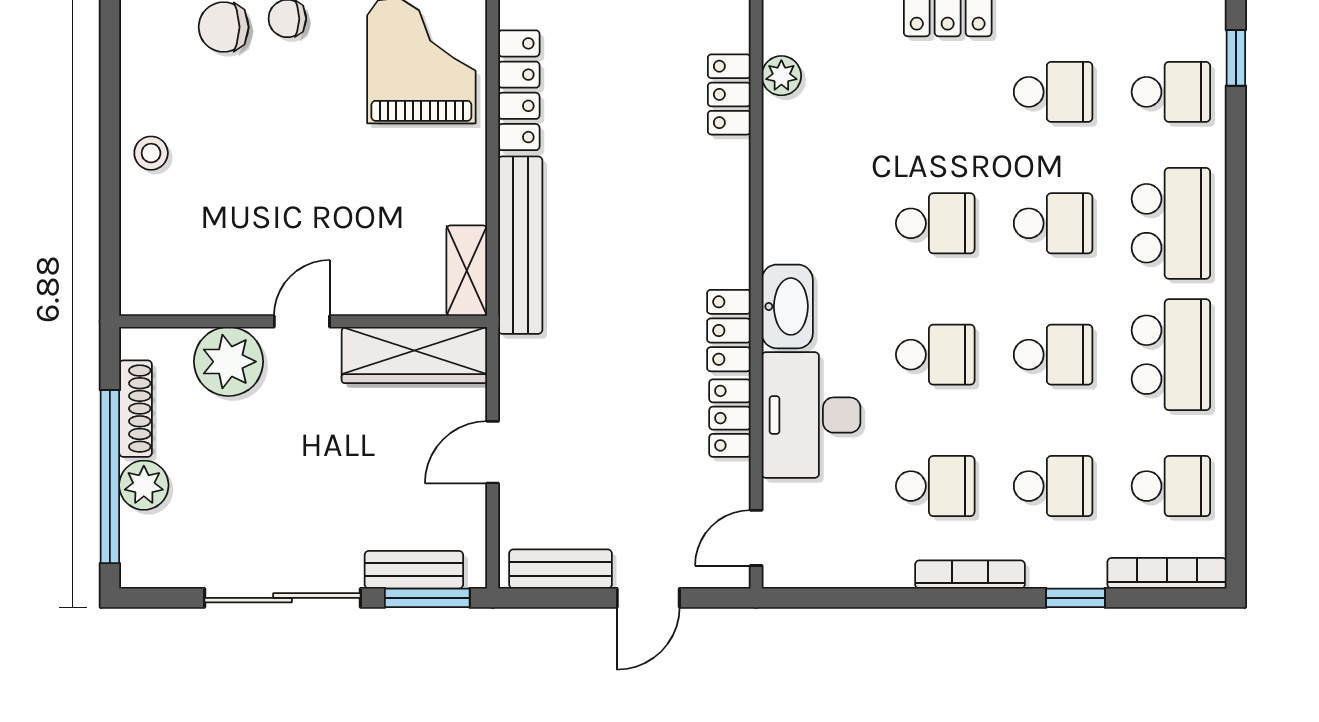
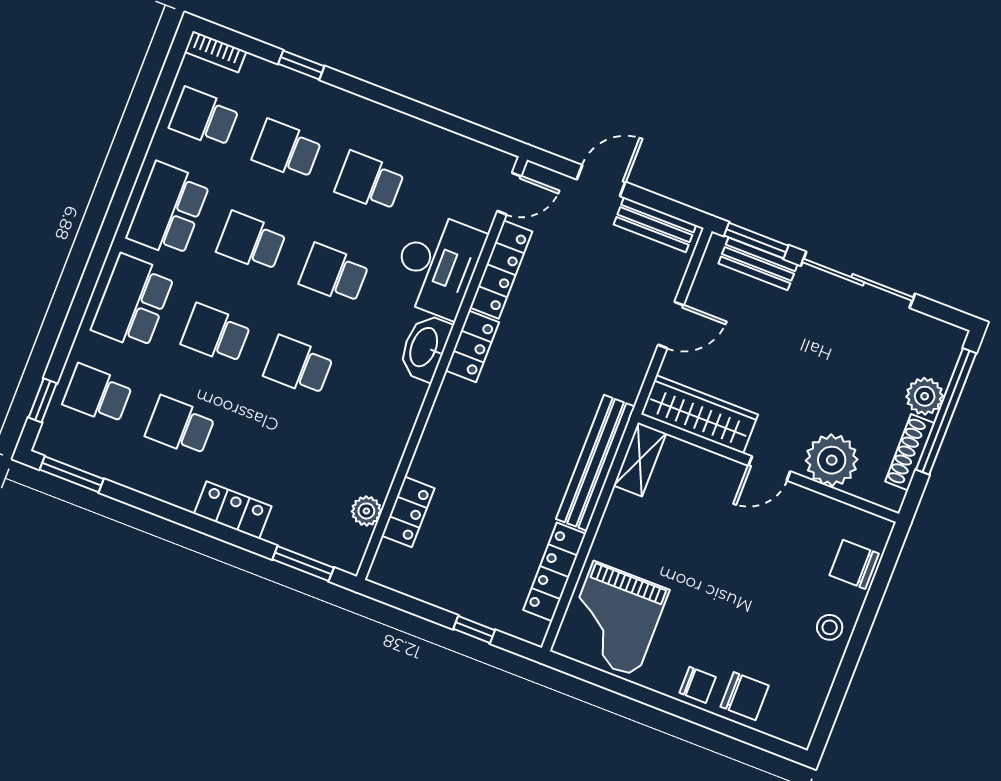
chair: (151, 243) -> (854, 564), added
locker: (730, 418) -> (501, 270), width x1.53
bookcase: (1167, 573) -> (215, 52), width x0.64
bookcase: (970, 574) -> (369, 110), removed

